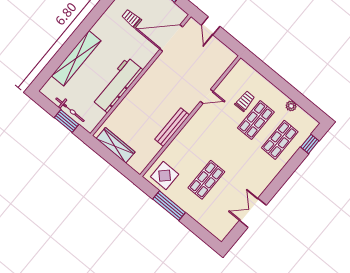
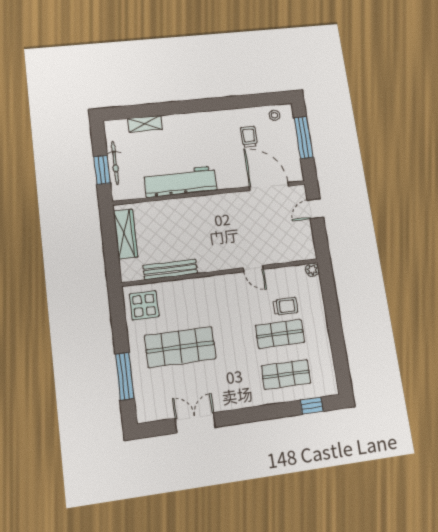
shelving: (76, 58) -> (145, 124), width x0.45, depth x0.75
plant: (291, 106) -> (312, 270), moved
bench: (172, 127) -> (170, 270), moved
shop shelf: (206, 180) -> (180, 347), width x1.43, depth x1.36
window: (169, 206) -> (125, 376), moved

